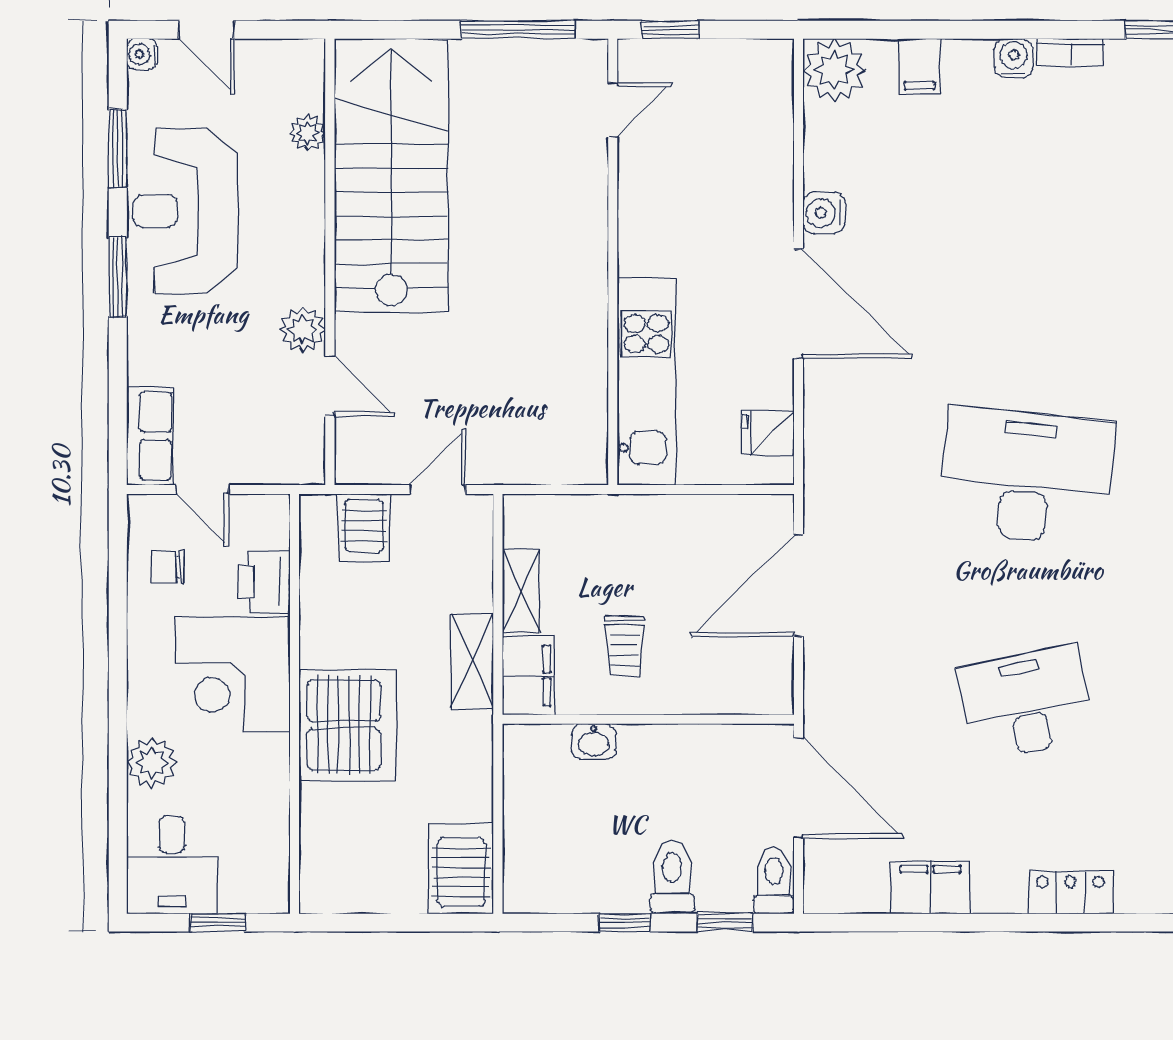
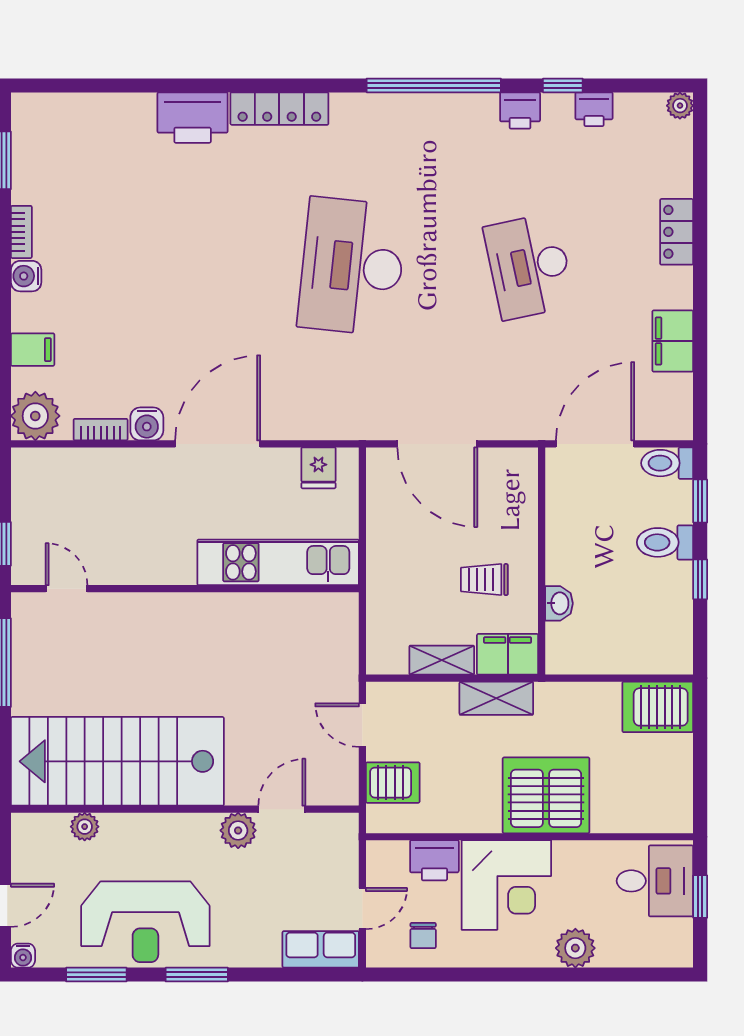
bookcase: (817, 154) -> (101, 430), added
trolley: (624, 646) -> (484, 580), turned 180
desk: (172, 865) -> (655, 881), moved

